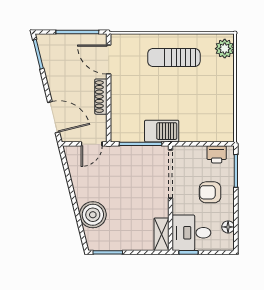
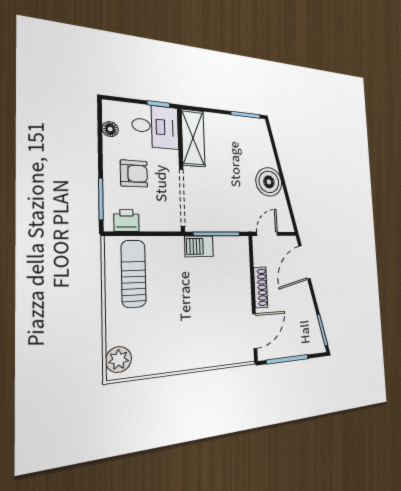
sun lounger: (174, 58) -> (134, 274), moved, turned -90
door: (109, 60) -> (255, 331), hinge flipped
door: (54, 117) -> (305, 262), hinge flipped
barbecue: (162, 131) -> (199, 246), width x0.73, depth x0.79
boiler: (93, 215) -> (269, 182), moved
shelving: (161, 234) -> (193, 138), width x1.50, depth x1.33

